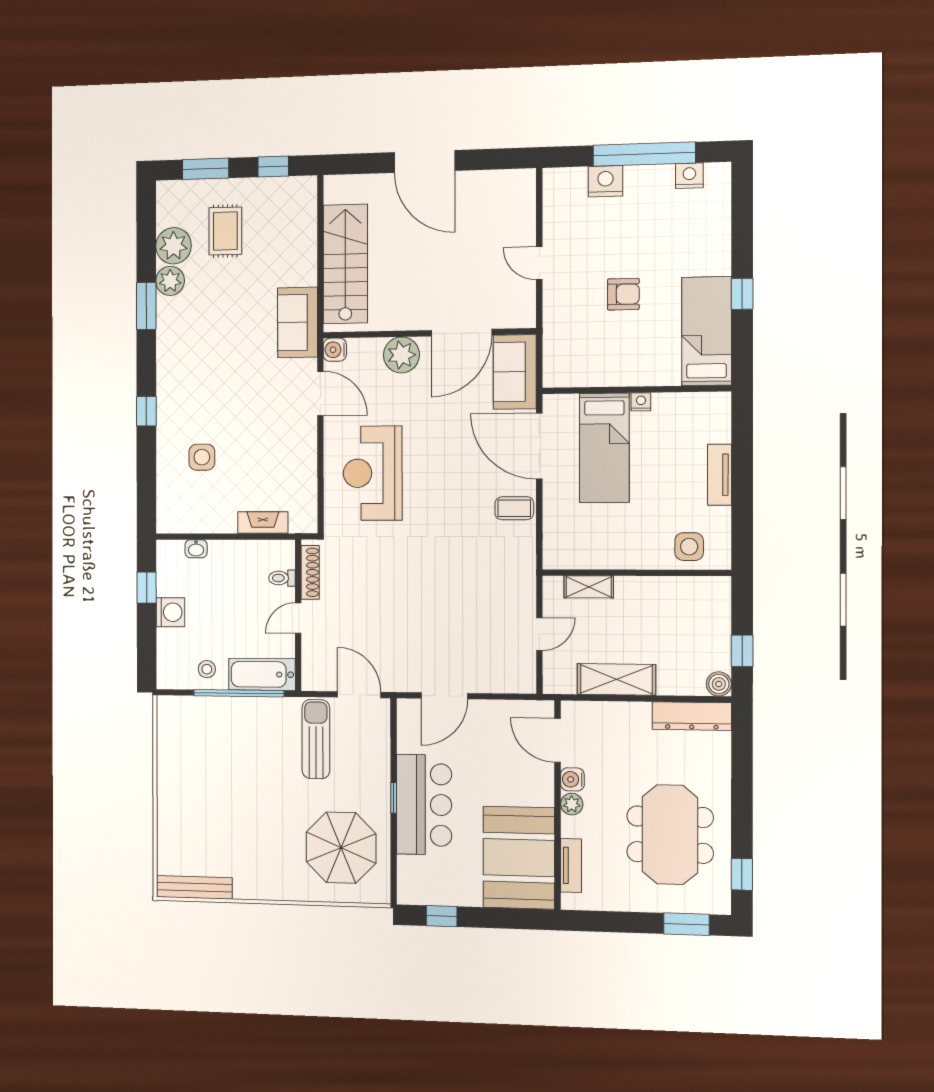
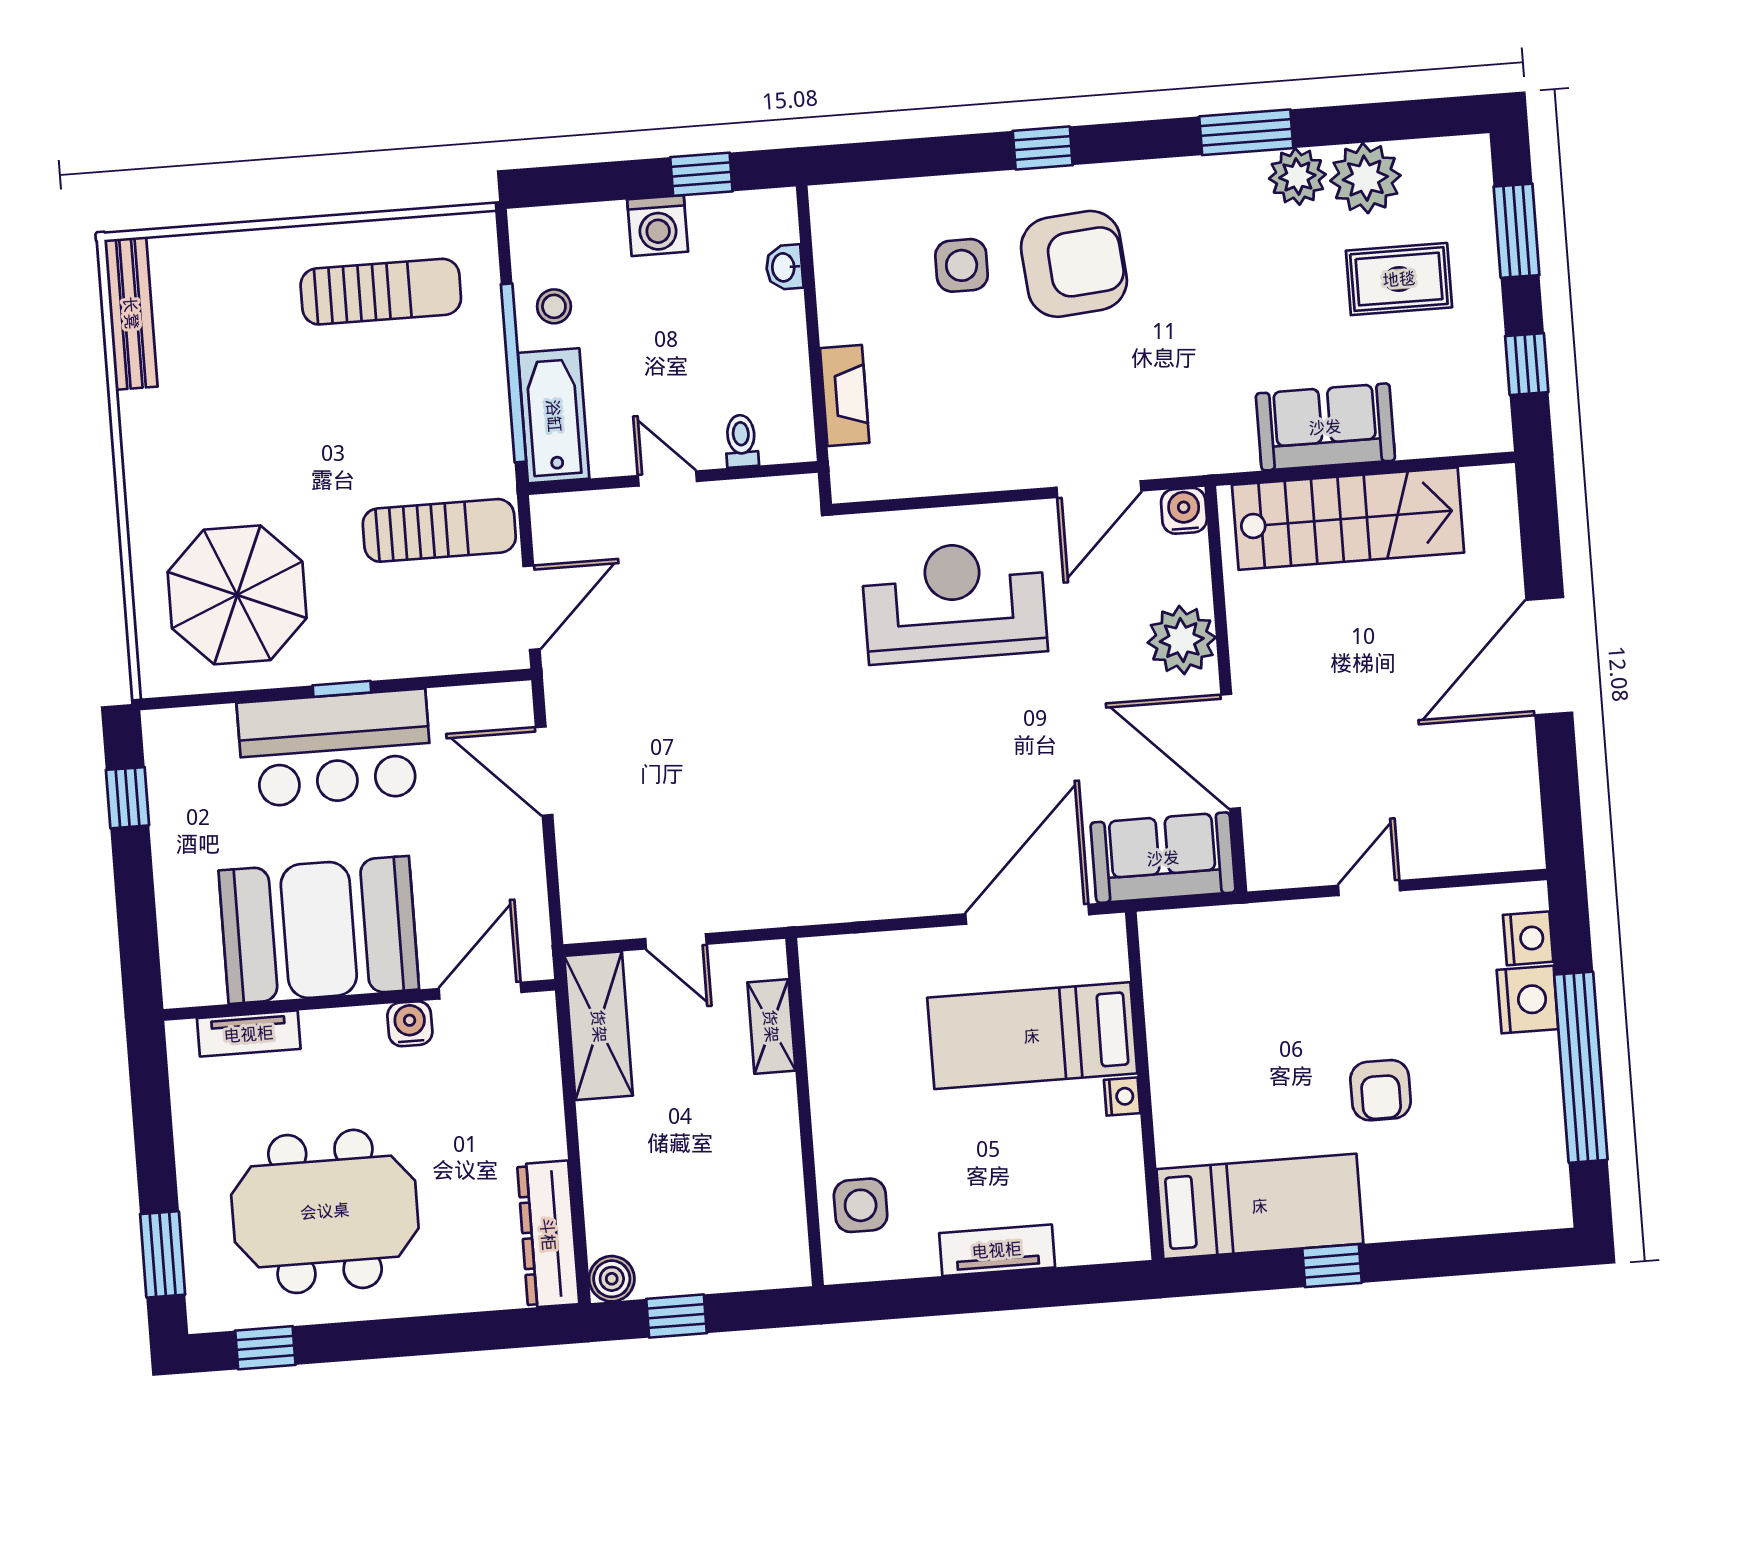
nightstand: (689, 176) -> (1528, 938), moved
armchair: (623, 294) -> (1381, 1090), moved
sofa: (298, 322) -> (1325, 427), moved
armchair: (205, 399) -> (1074, 264), added
coffee table: (514, 508) -> (908, 876), removed
shoe rack: (310, 572) -> (757, 495), removed
shelving: (616, 679) -> (599, 1026), moved
sun lounger: (193, 758) -> (381, 292), added
plant: (572, 804) -> (364, 1026), removed
booth: (519, 858) -> (319, 930), moved

